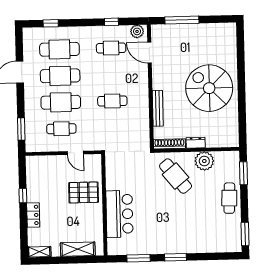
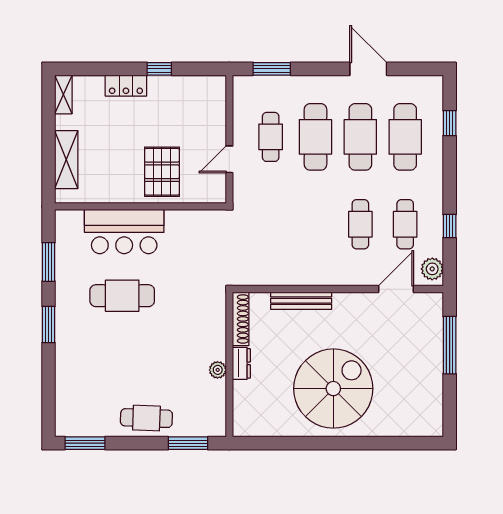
cafe table: (112, 101) -> (360, 224), moved
plant: (204, 161) -> (218, 370), width x0.53, depth x0.53
cafe table: (176, 176) -> (122, 296), moved, turned 39

